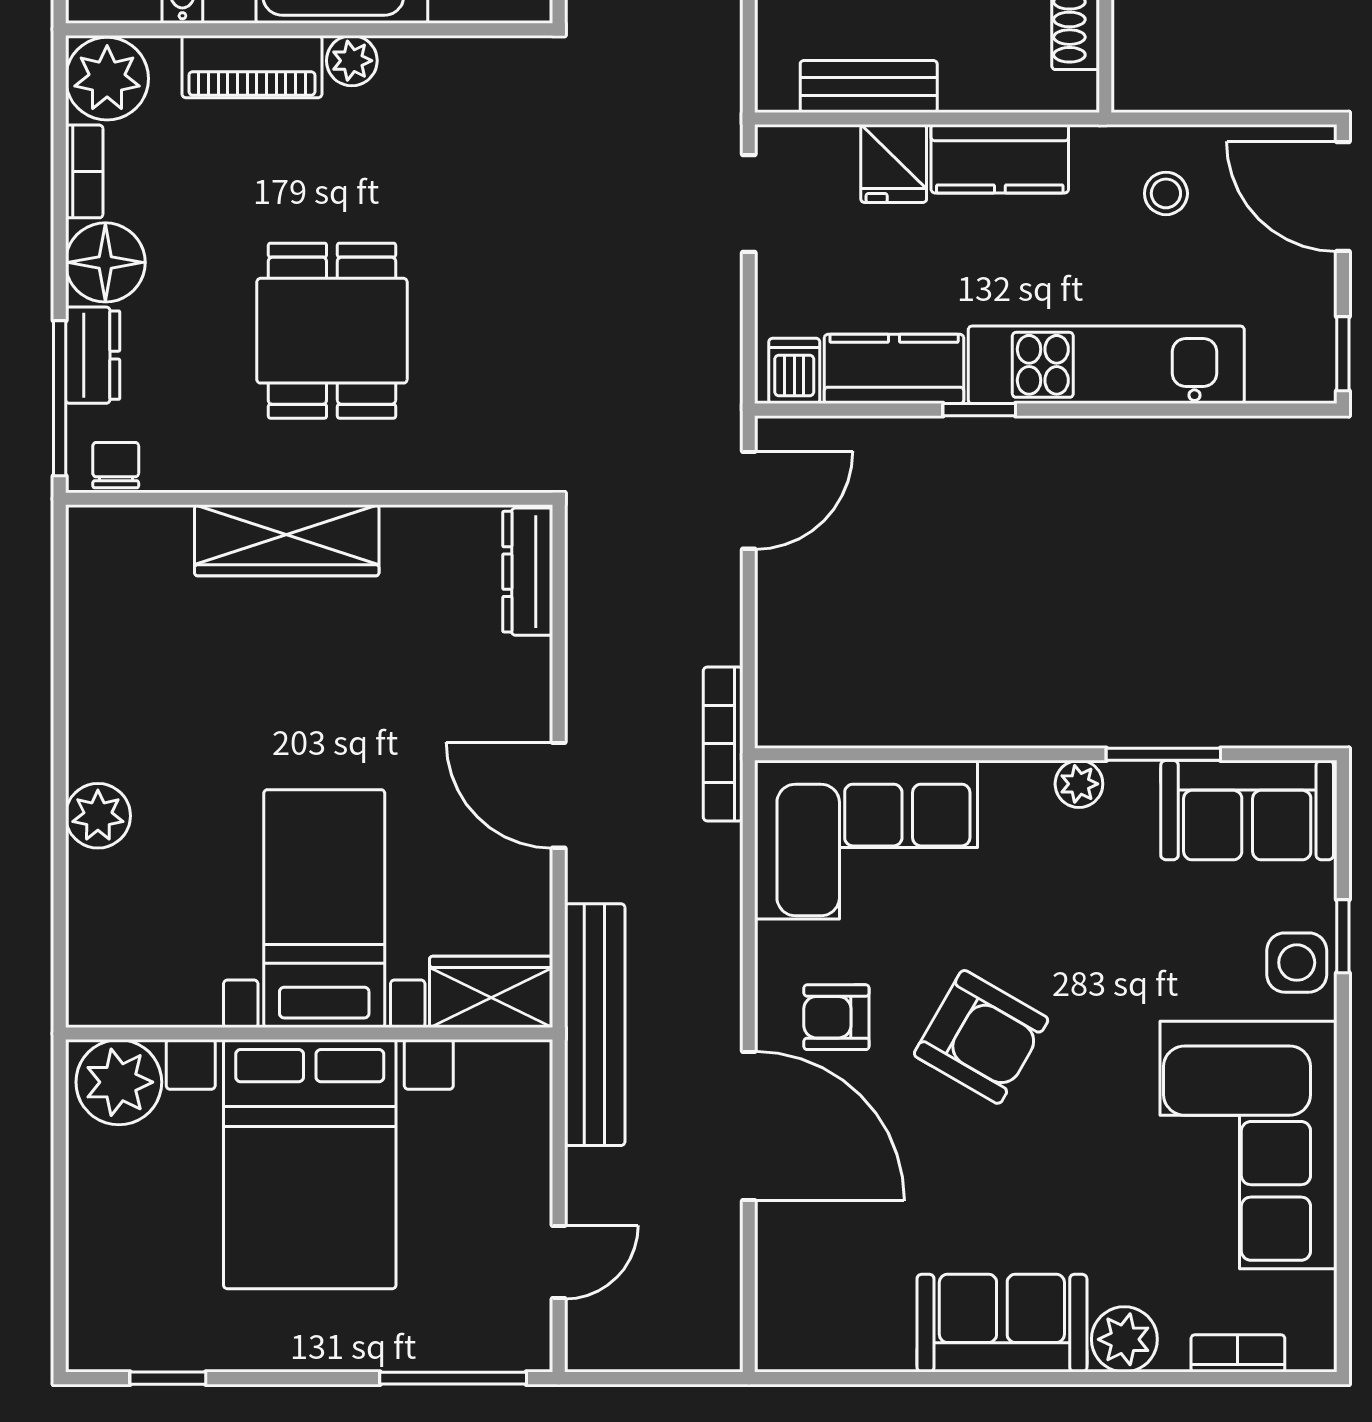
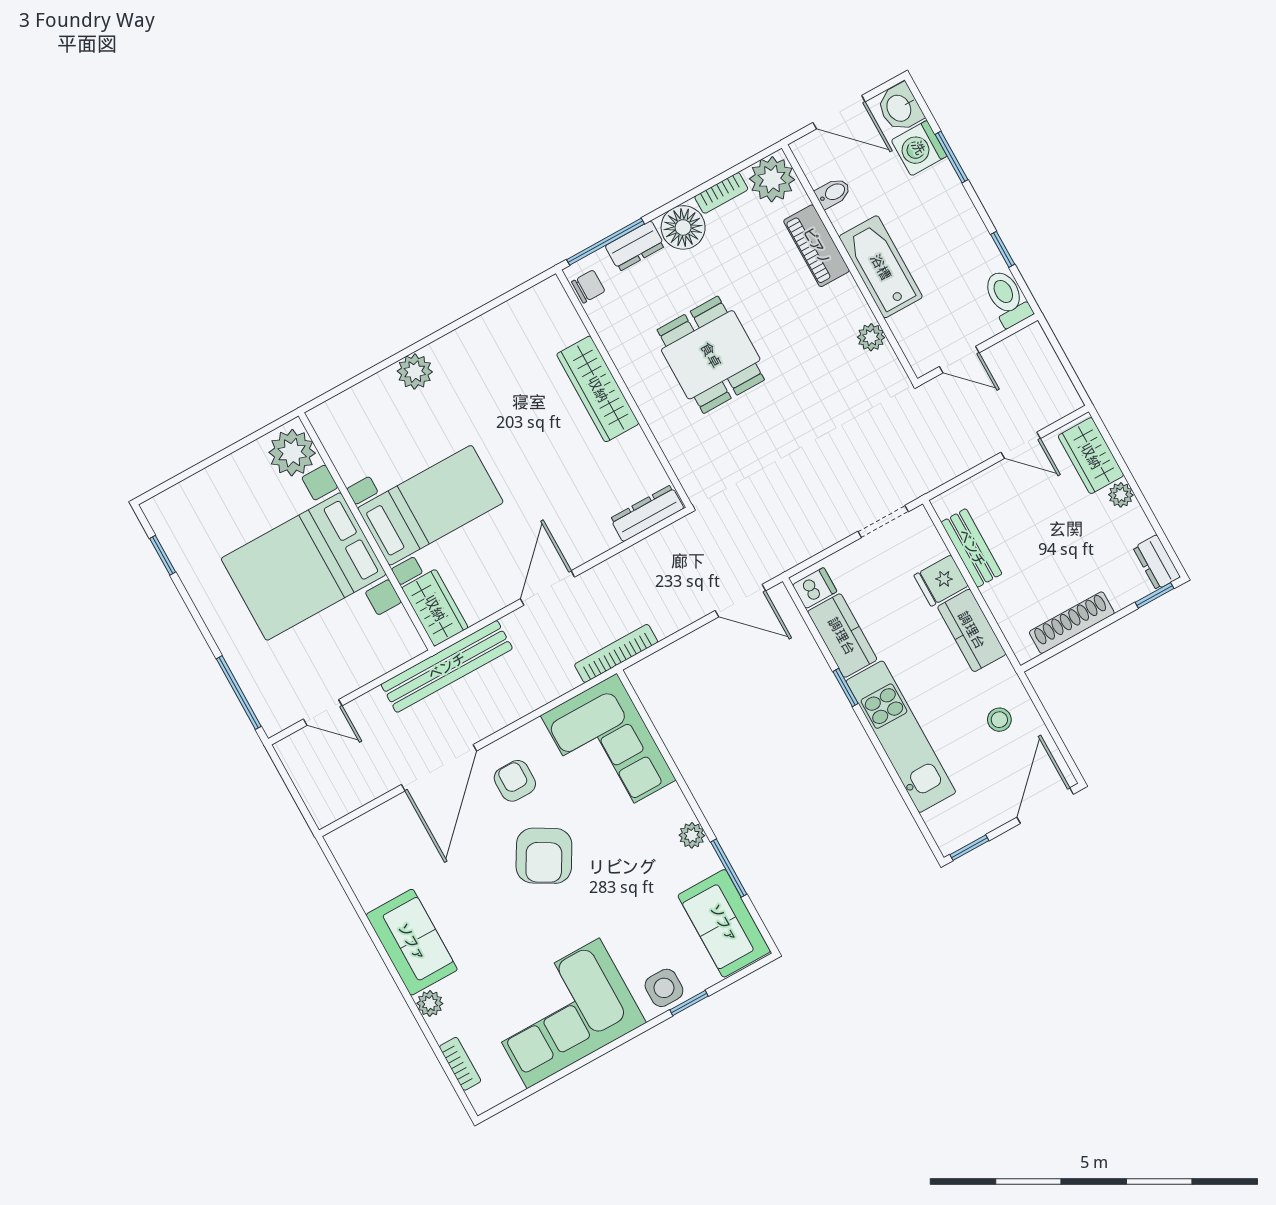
plant: (352, 61) -> (871, 337), moved
dining table: (332, 331) -> (711, 355), turned 90
plant: (1124, 1339) -> (430, 1003), width x0.73, depth x0.73

